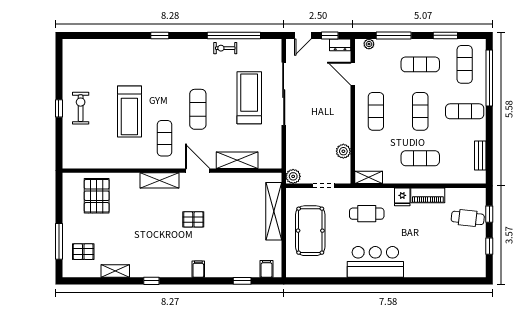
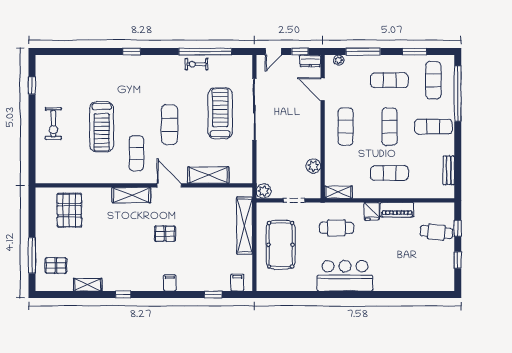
window: (59, 108) -> (32, 85), moved
exercise bike: (81, 108) -> (53, 124), turned 180

